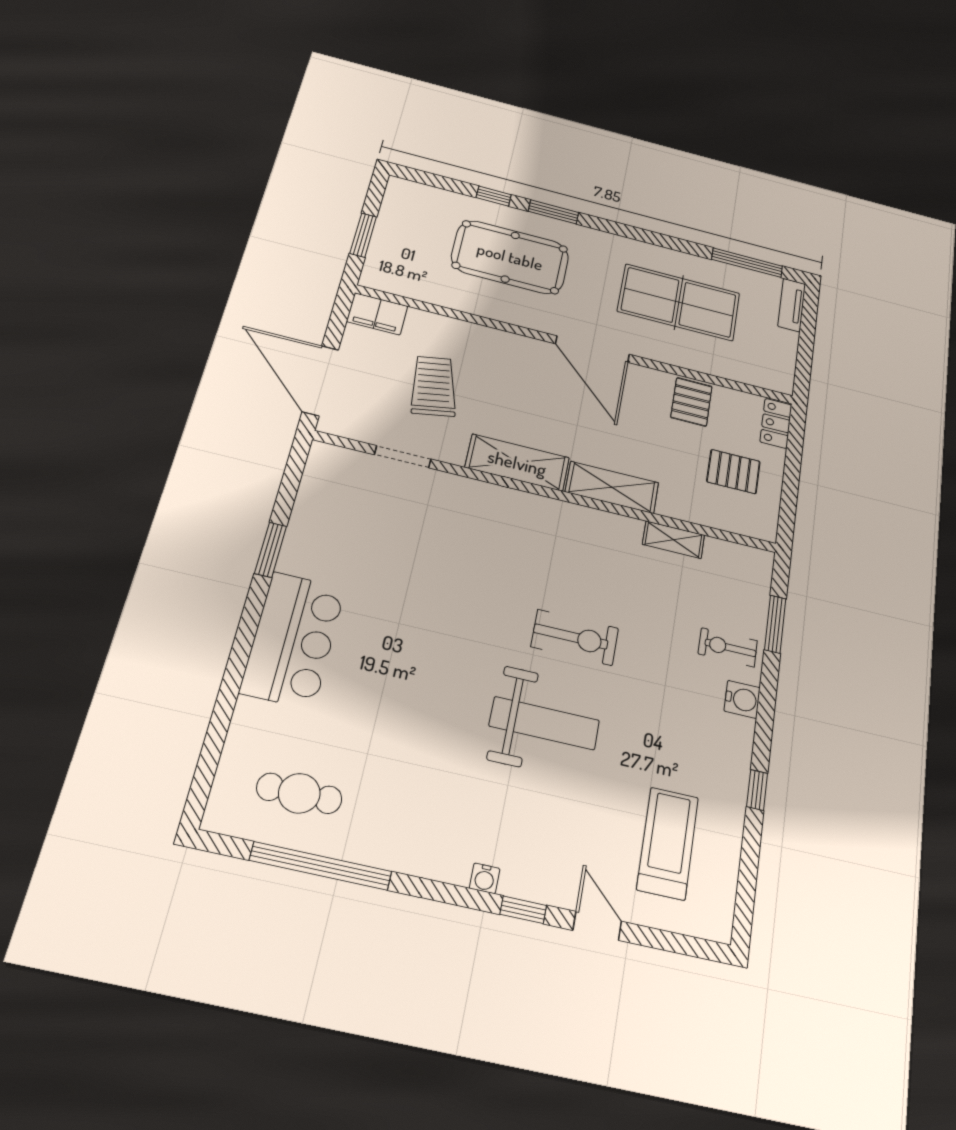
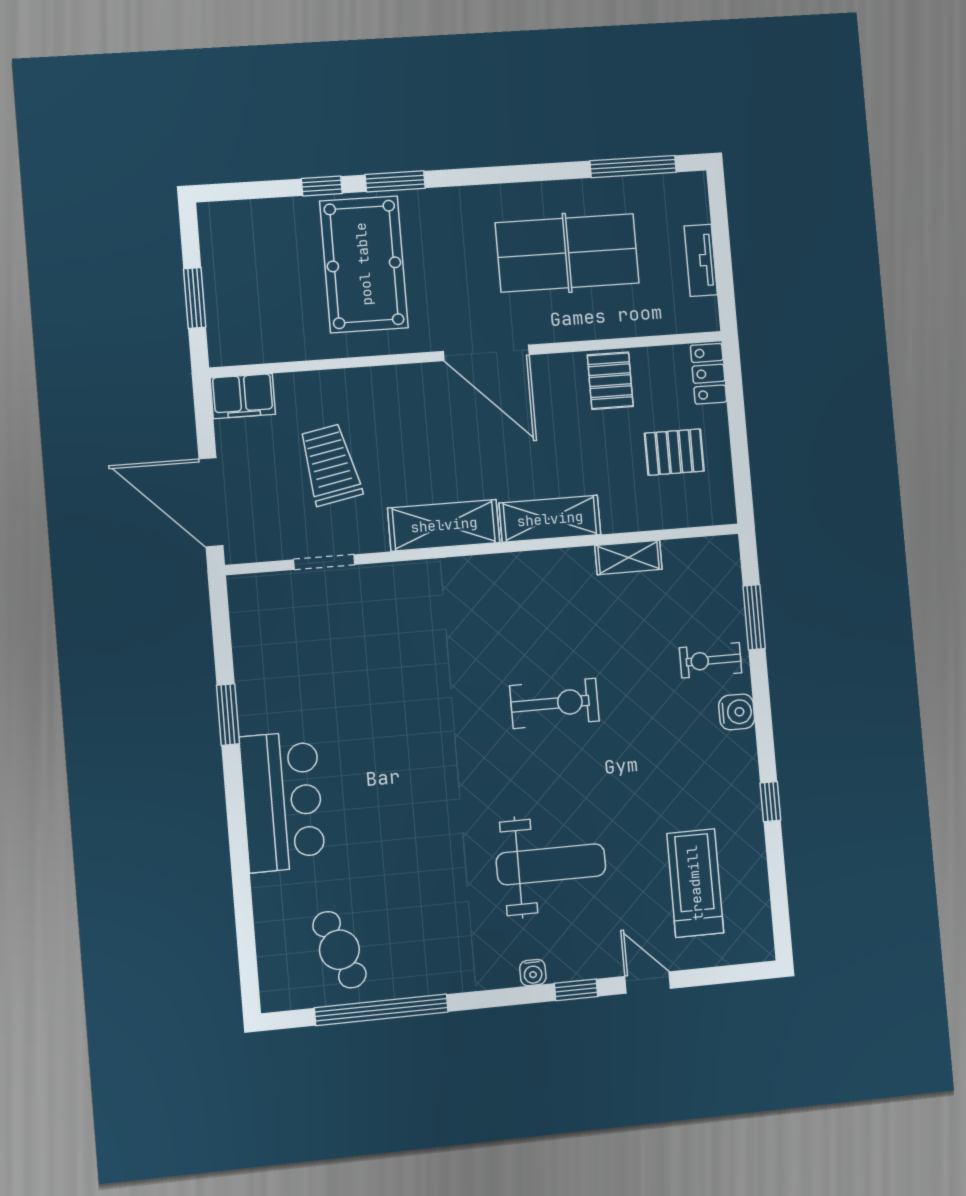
pool table: (510, 257) -> (364, 264), turned 90
tv unit: (792, 305) -> (701, 260), moved
weight bench: (544, 723) -> (551, 864), moved
cafe table: (299, 793) -> (339, 950), turned 68

